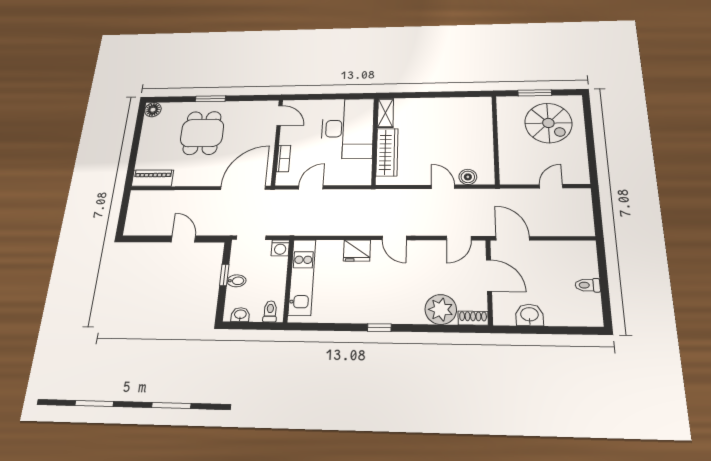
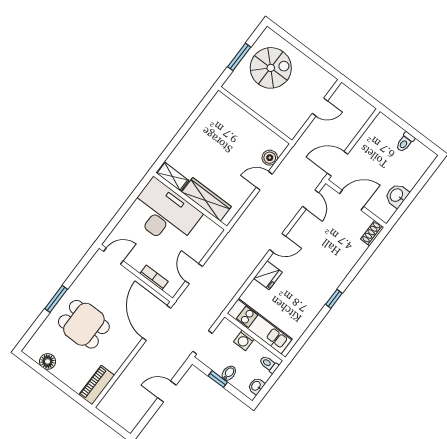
floor lamp: (153, 110) -> (48, 361), moved
door: (551, 186) -> (320, 107), swing flipped
washing machine: (280, 248) -> (244, 340), moved, turned 90
plant: (441, 309) -> (351, 250), removed

